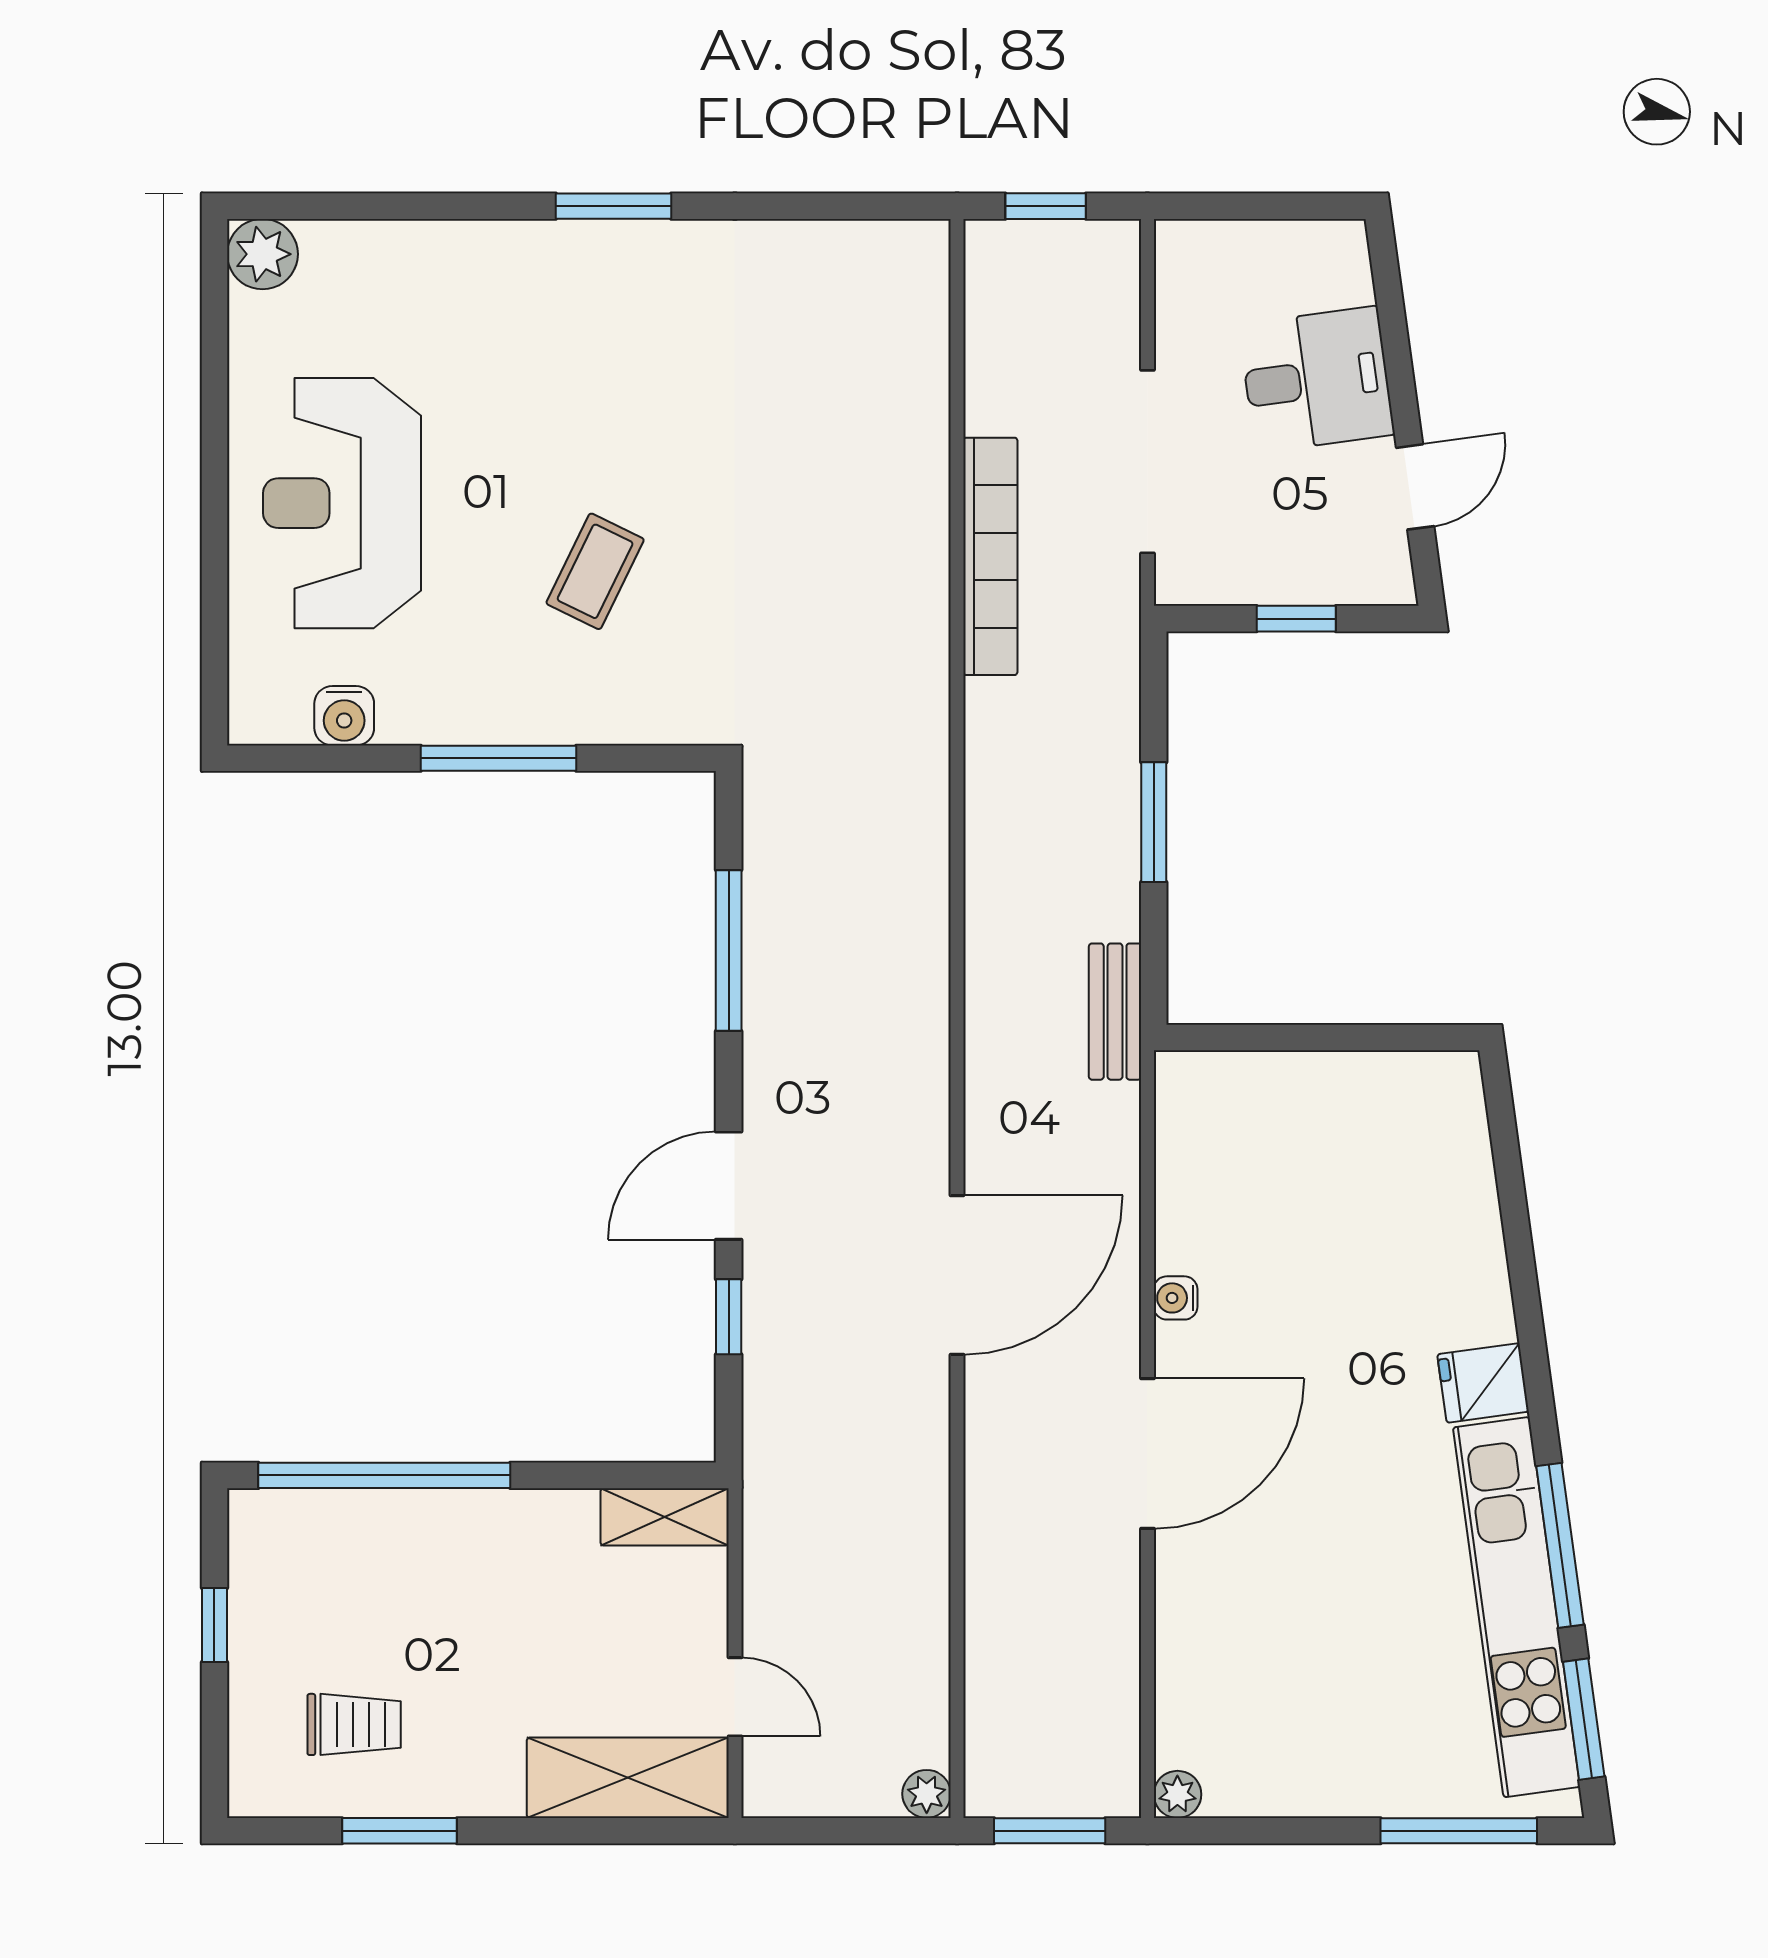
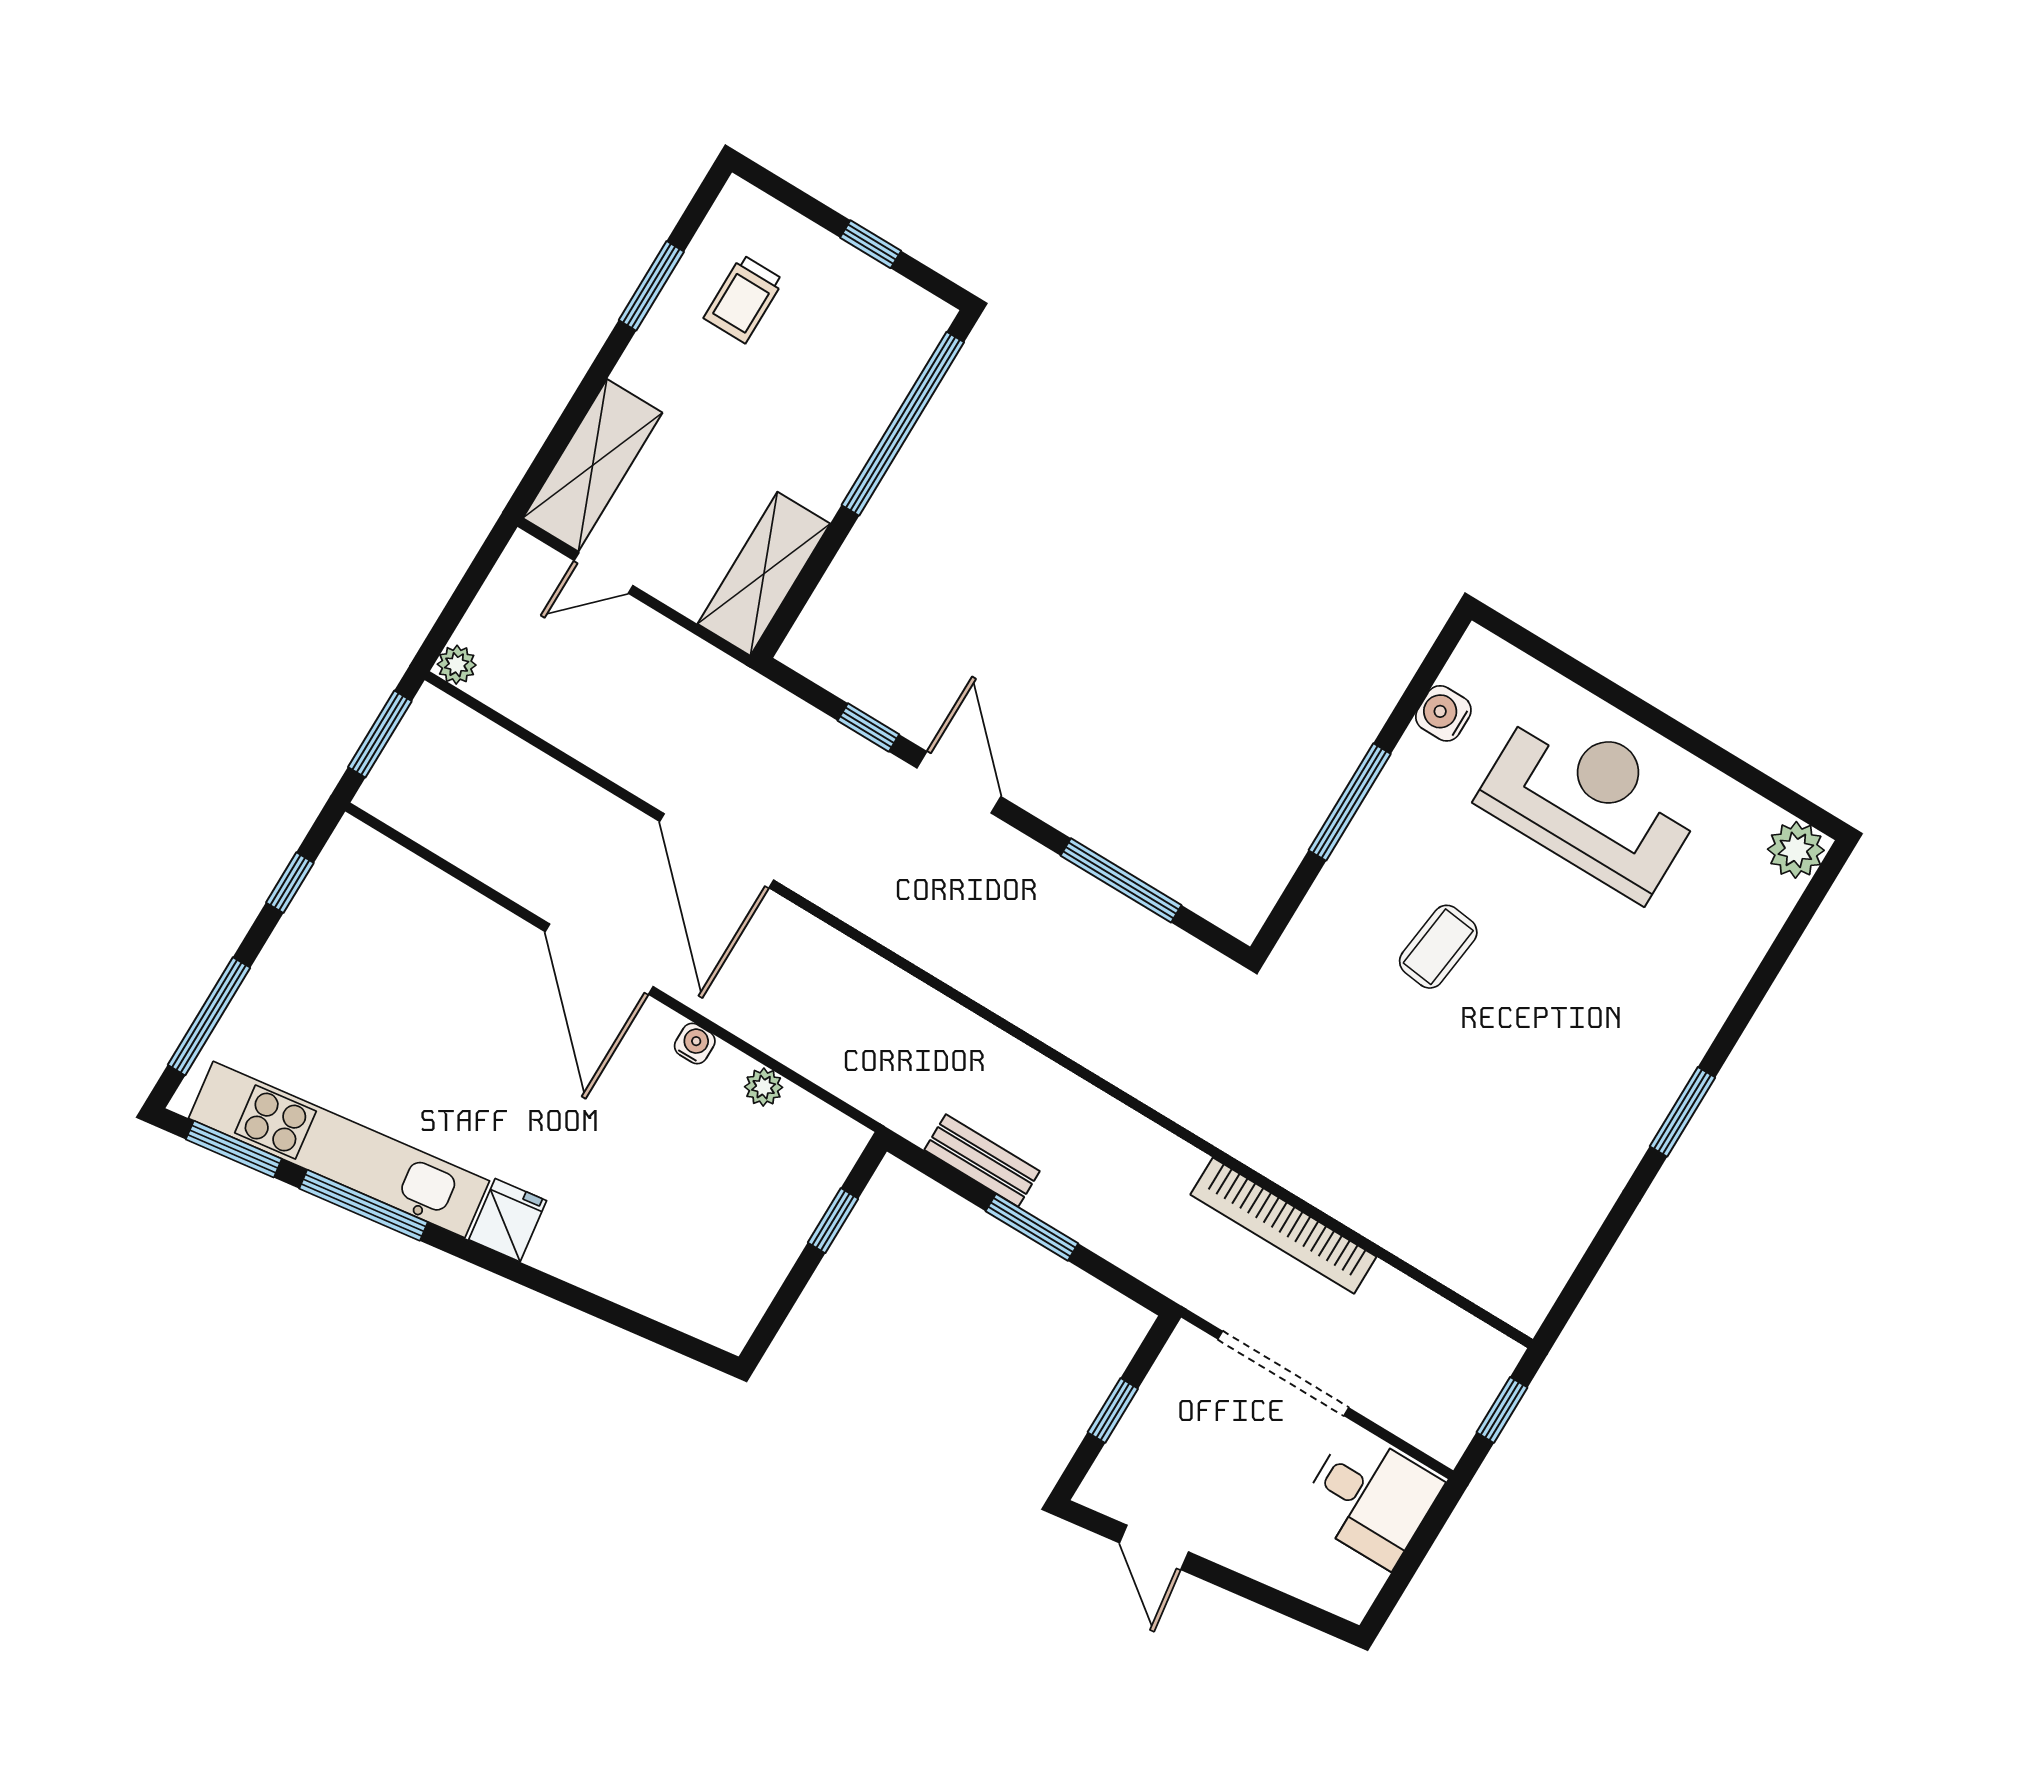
desk: (1317, 380) -> (1370, 1498), moved, turned -82
coffee table: (595, 571) -> (1438, 947), turned 71
bench: (1115, 1012) -> (982, 1160), moved
window: (1275, 1037) -> (833, 1221), added
door: (957, 1275) -> (717, 851), moved
shelving: (665, 1517) -> (764, 574), width x1.50, depth x1.33
plant: (1177, 1794) -> (764, 1087), moved
window: (1265, 1831) -> (290, 883), added

